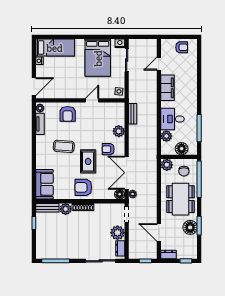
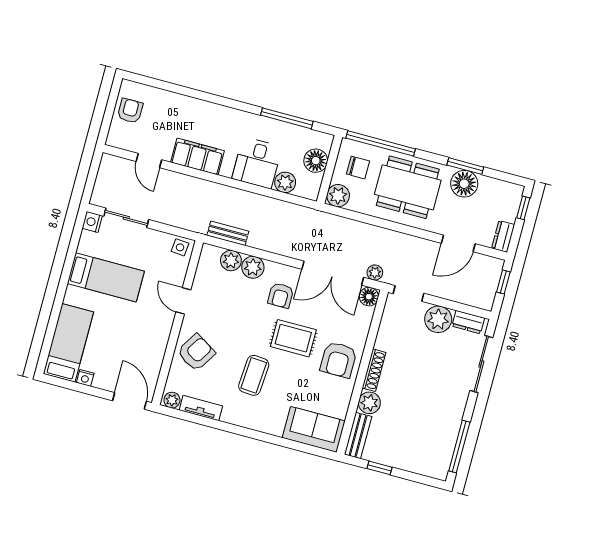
bed: (98, 58) -> (106, 277), width x0.67
armchair: (68, 114) -> (196, 352), turned -58
plant: (119, 119) -> (231, 261), added

